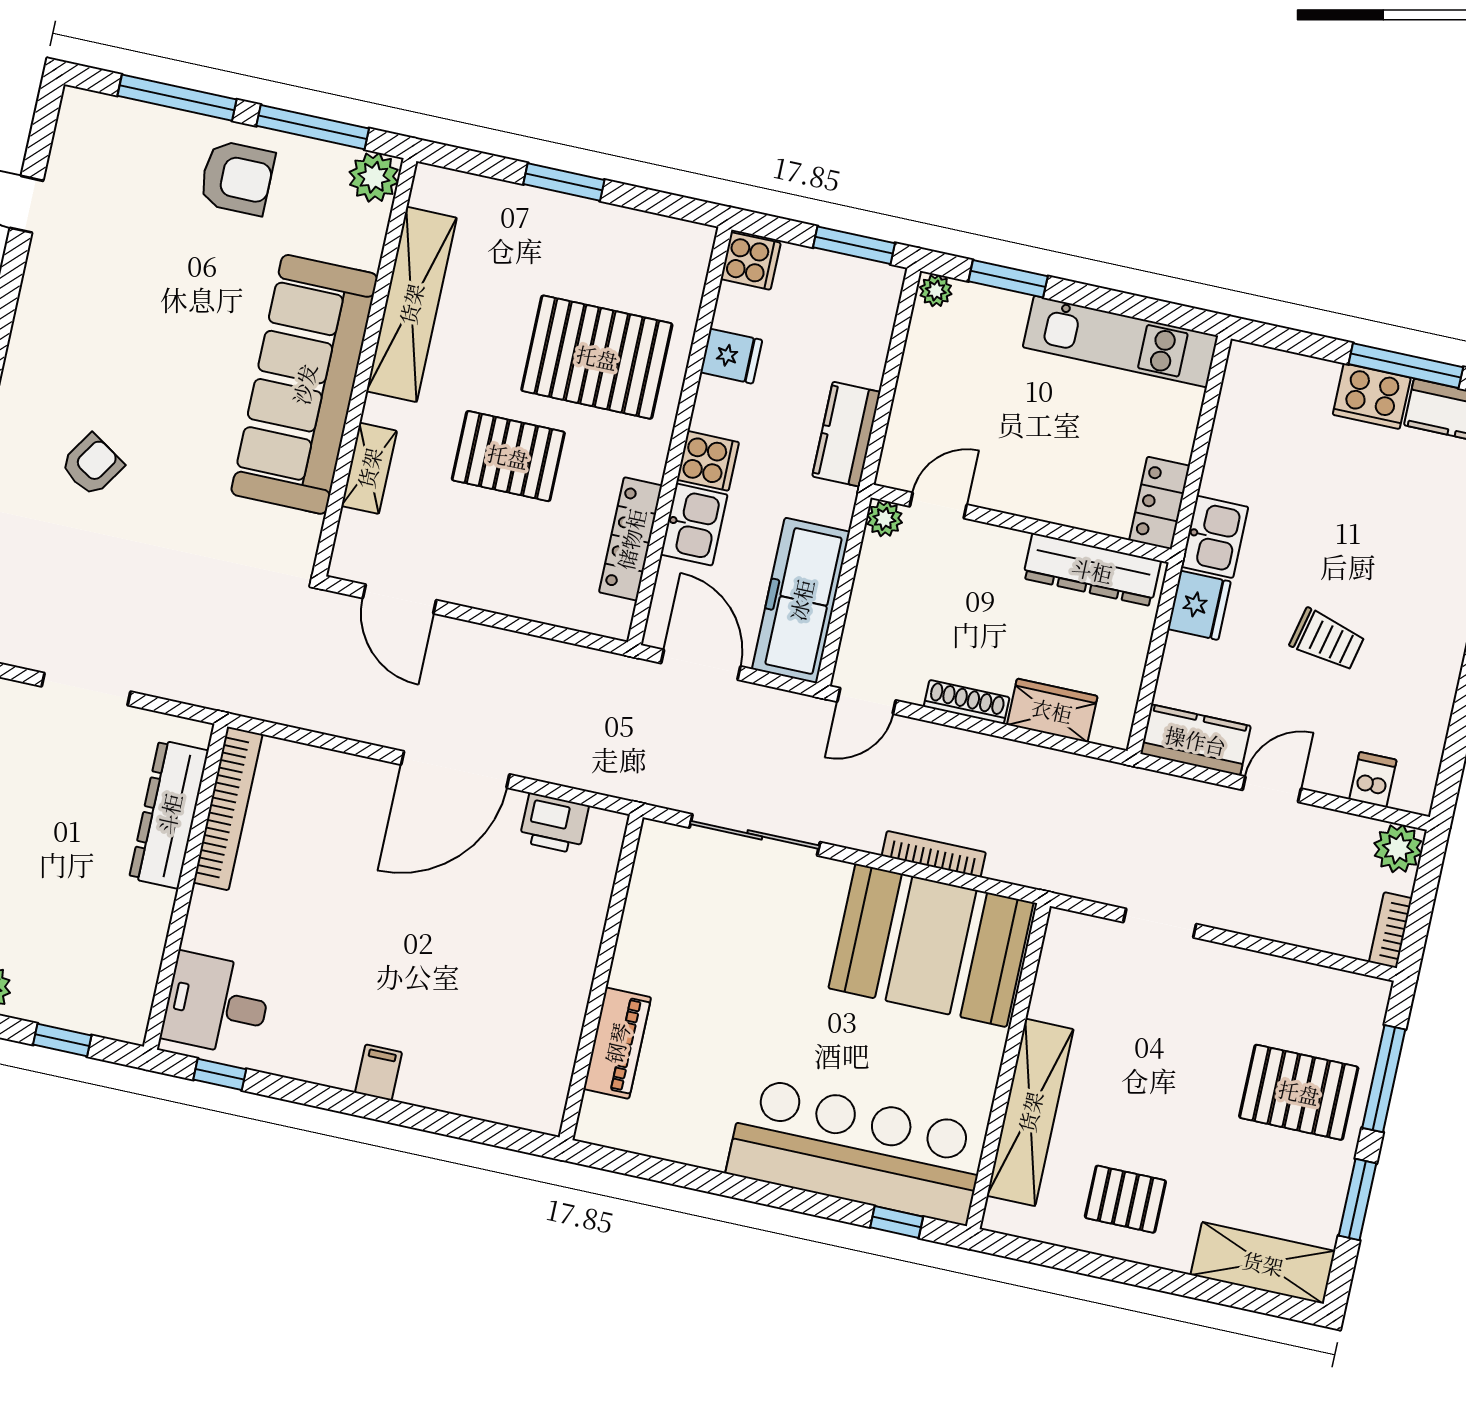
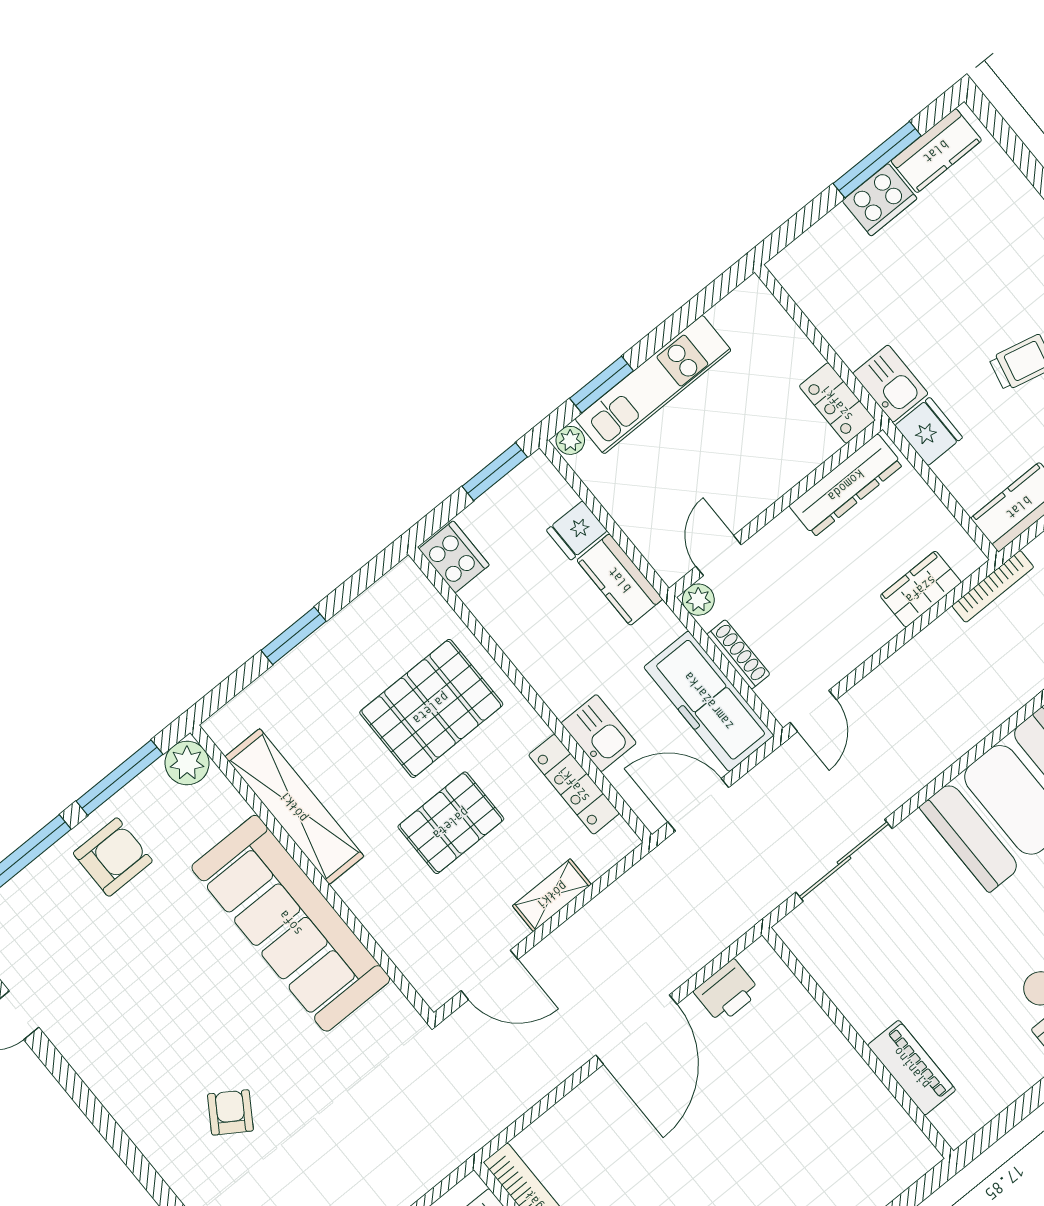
cooker: (751, 261) -> (454, 557), width x1.36
kitchen unit: (1120, 342) -> (653, 385), moved
fridge: (731, 356) -> (577, 530), moved, turned 180
cooker: (708, 461) -> (563, 689), removed
shelving: (369, 468) -> (552, 895), moved, turned 90
shoe rack: (967, 702) -> (738, 654), moved, turned 90
bookcase: (934, 854) -> (993, 586), moved, turned 180

